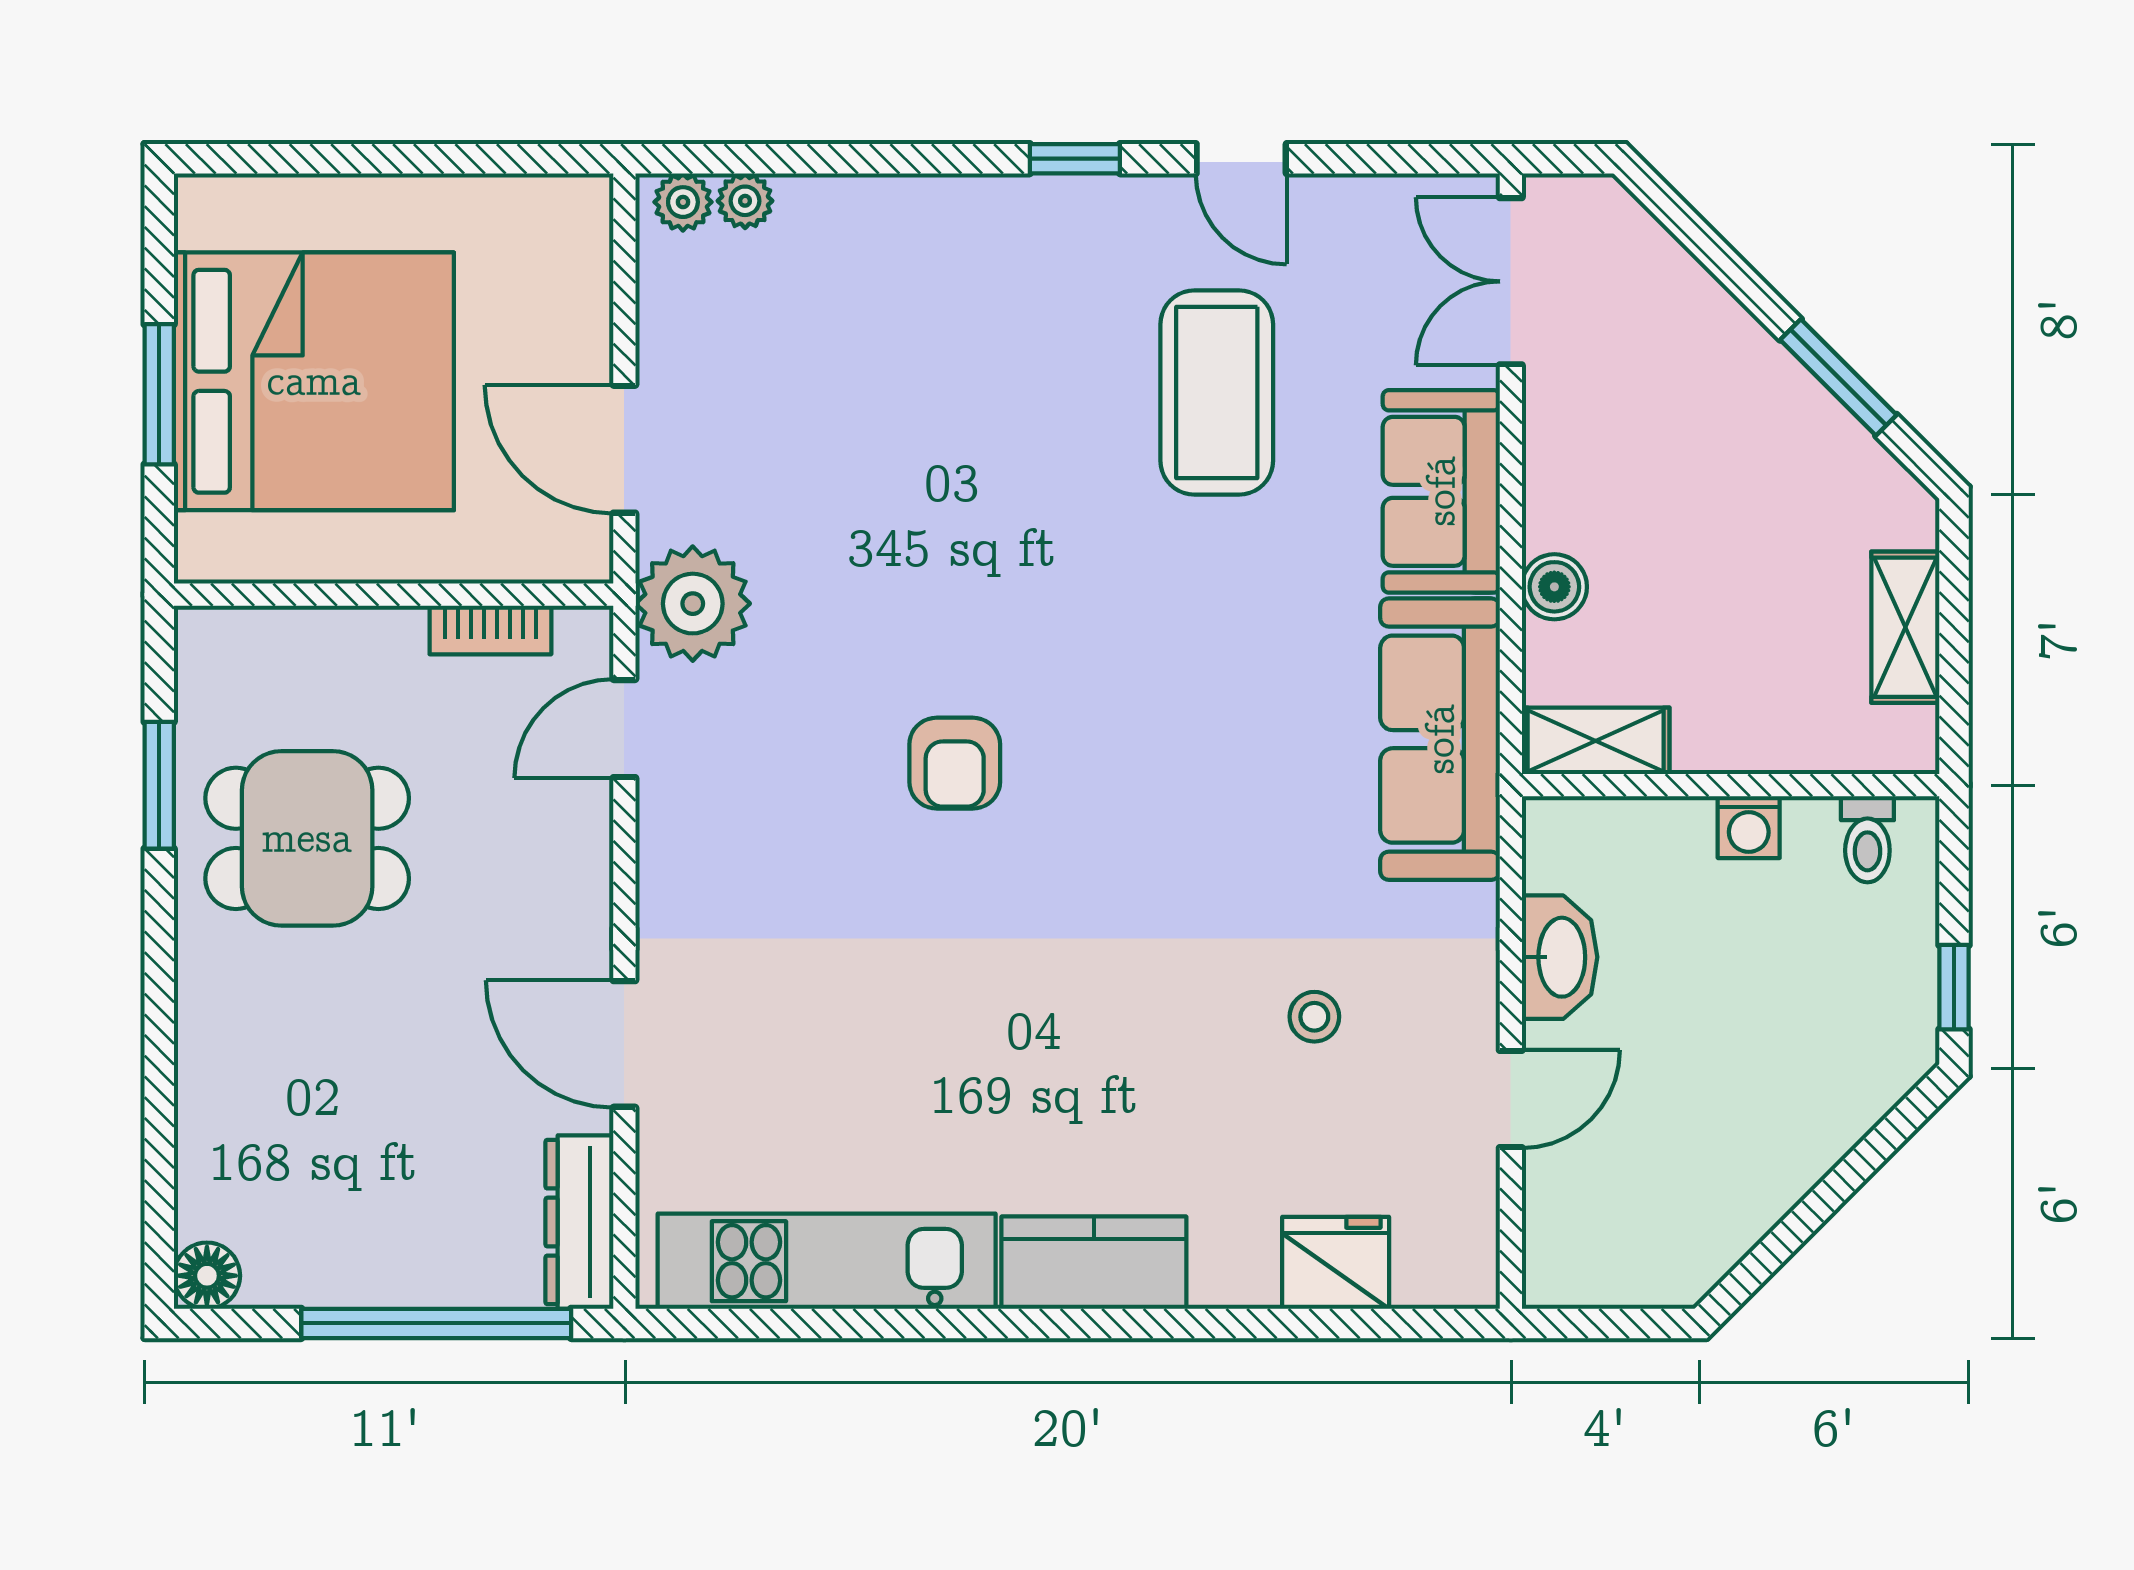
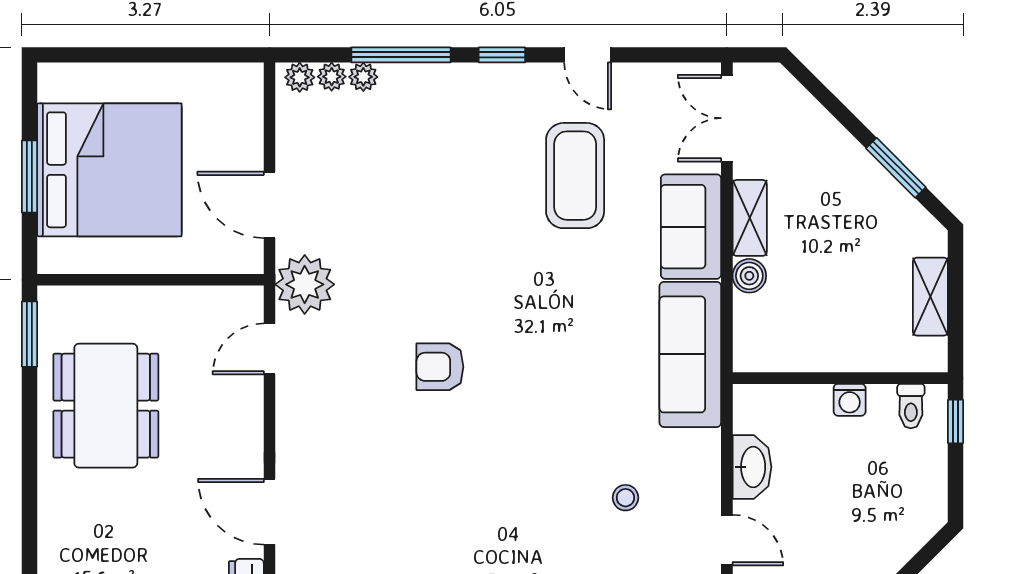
window: (879, 159) -> (401, 55), added
plant: (806, 201) -> (363, 77), added
bookcase: (490, 630) -> (200, 298), removed
shelving: (1596, 741) -> (750, 218), moved, turned 90
armchair: (955, 763) -> (440, 367), turned 90
window: (159, 785) -> (29, 334), moved
dining table: (307, 838) -> (106, 406), width x1.37
window: (1954, 987) -> (956, 422), moved
door: (1511, 1099) -> (727, 540), hinge flipped

